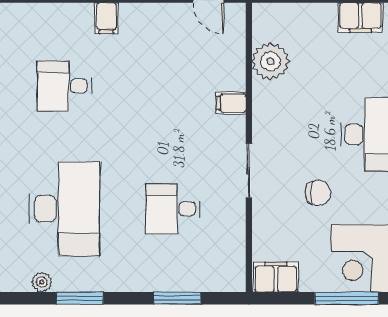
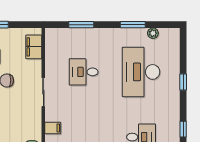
desk: (173, 209) -> (84, 72), turned 180
filing cabinet: (276, 277) -> (34, 47), moved, turned 90

